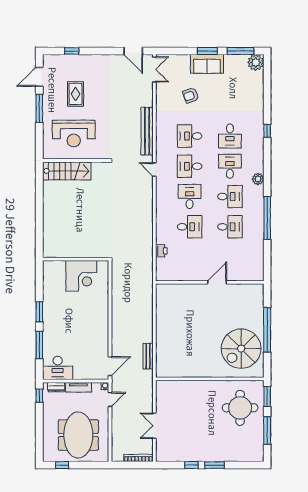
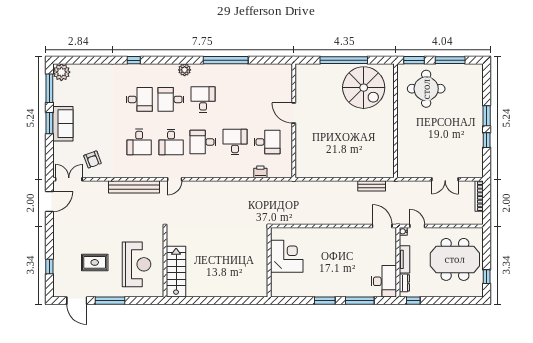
armchair: (191, 95) -> (92, 159), moved
desk: (230, 227) -> (267, 142), moved, turned 90

